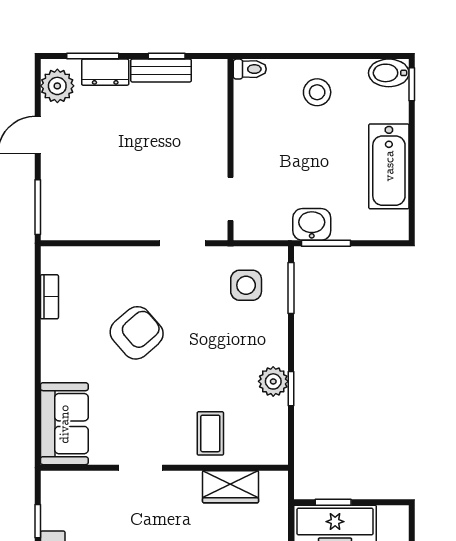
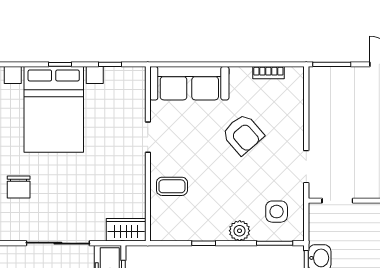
plant: (273, 381) -> (240, 231), moved
sofa: (64, 424) -> (189, 83), width x1.36
wardrobe: (231, 487) -> (126, 230), moved, turned 90

